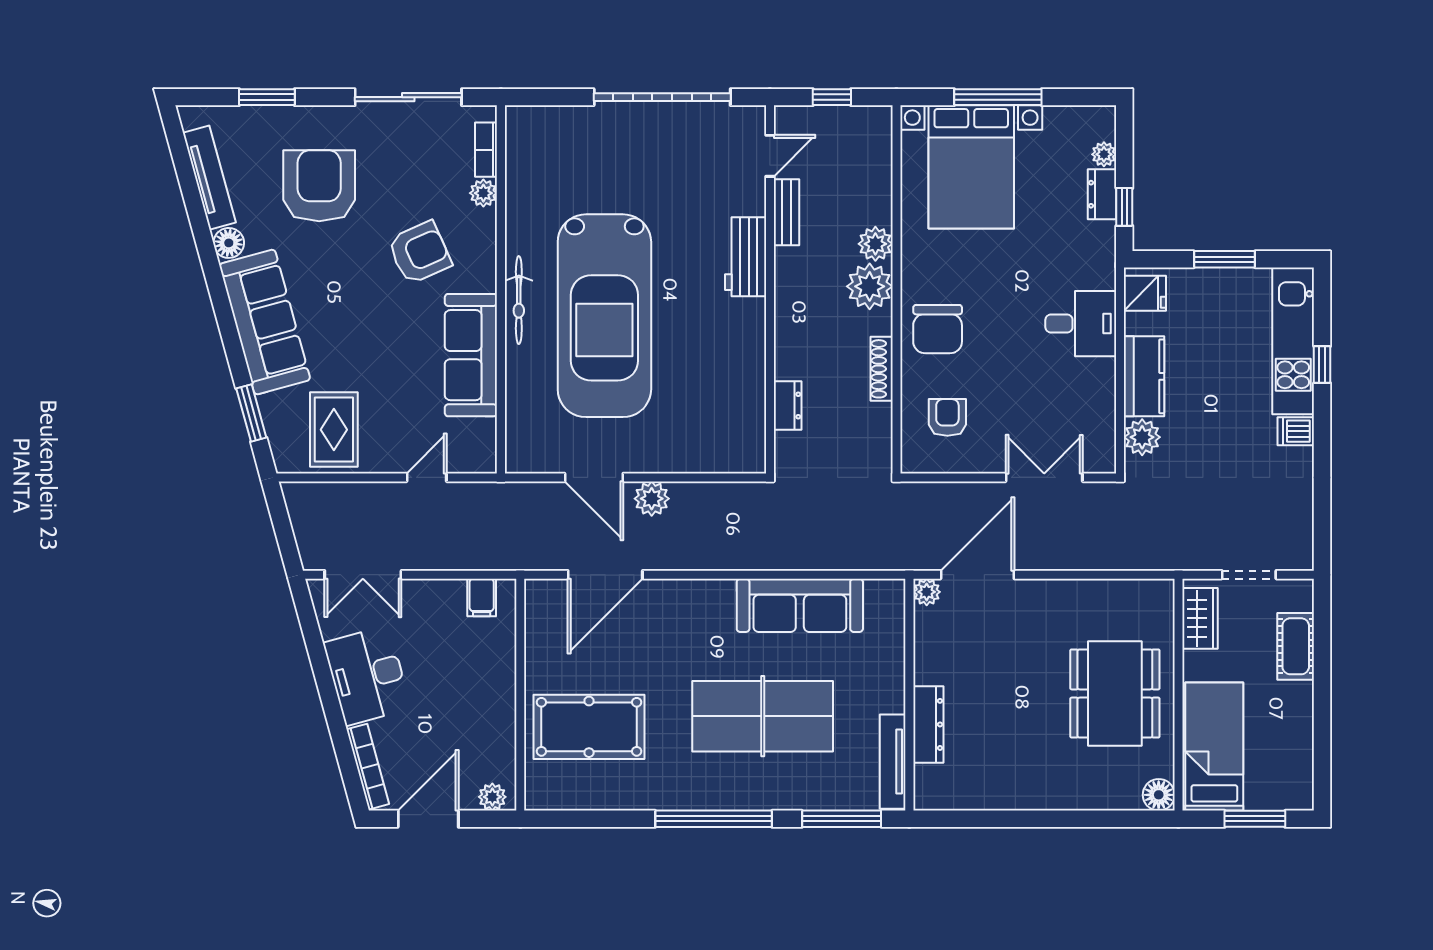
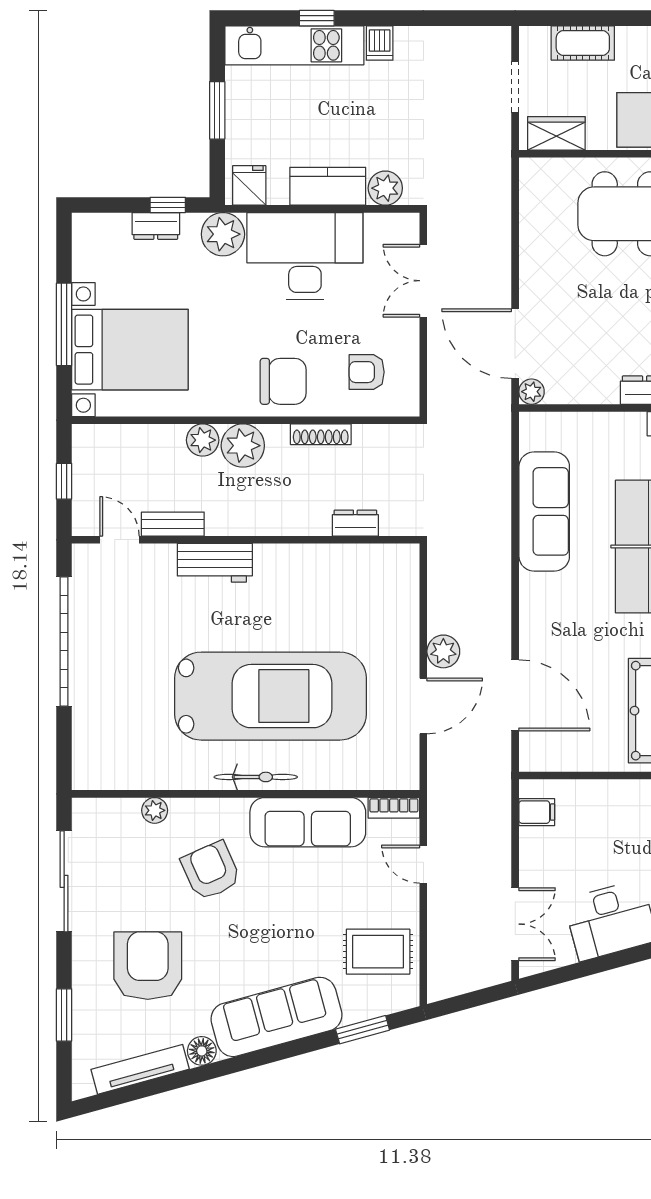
bookcase: (486, 150) -> (394, 808), moved
plant: (1104, 154) -> (223, 234), moved, width x1.88, depth x1.88
armchair: (319, 186) -> (148, 966), turned 90
desk: (1081, 324) -> (305, 256), width x1.87, depth x1.30

